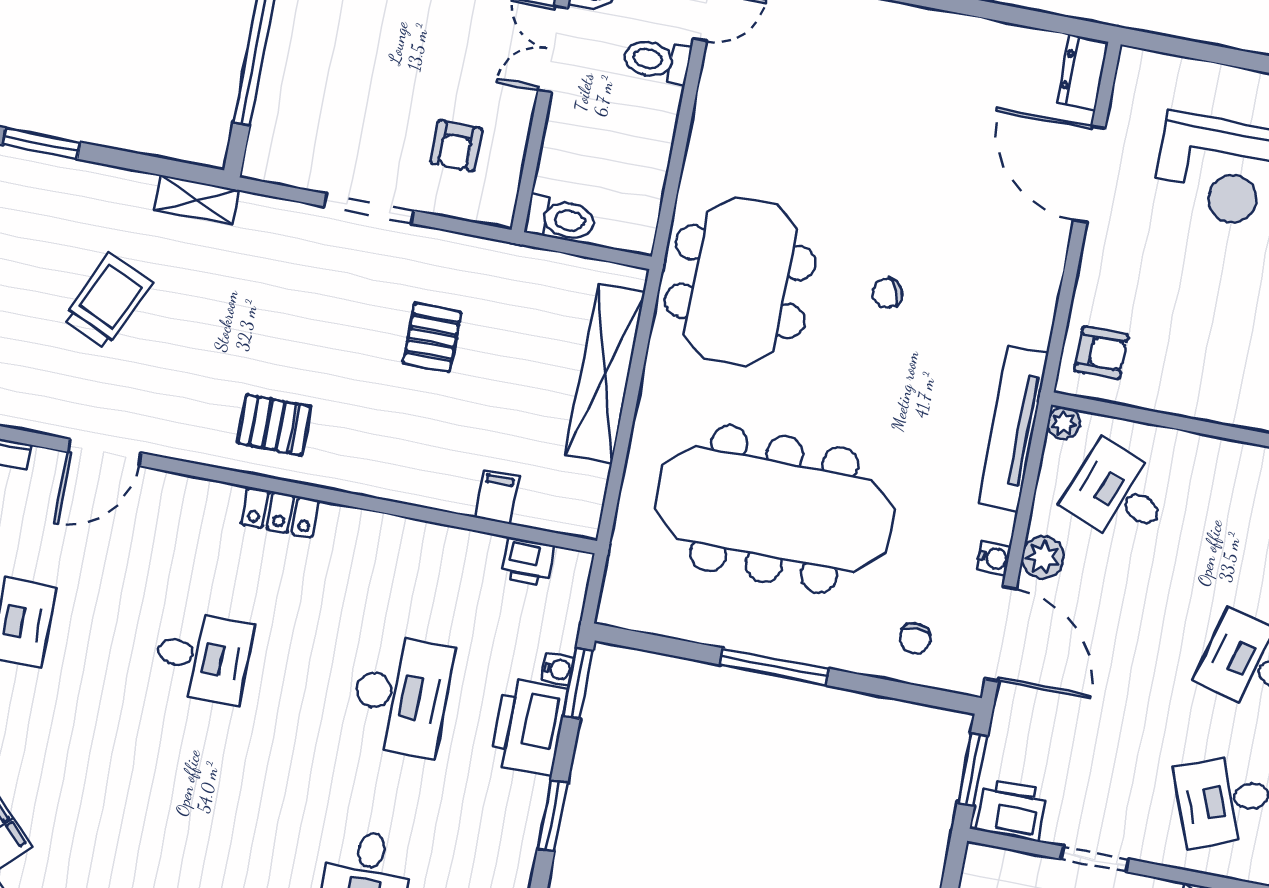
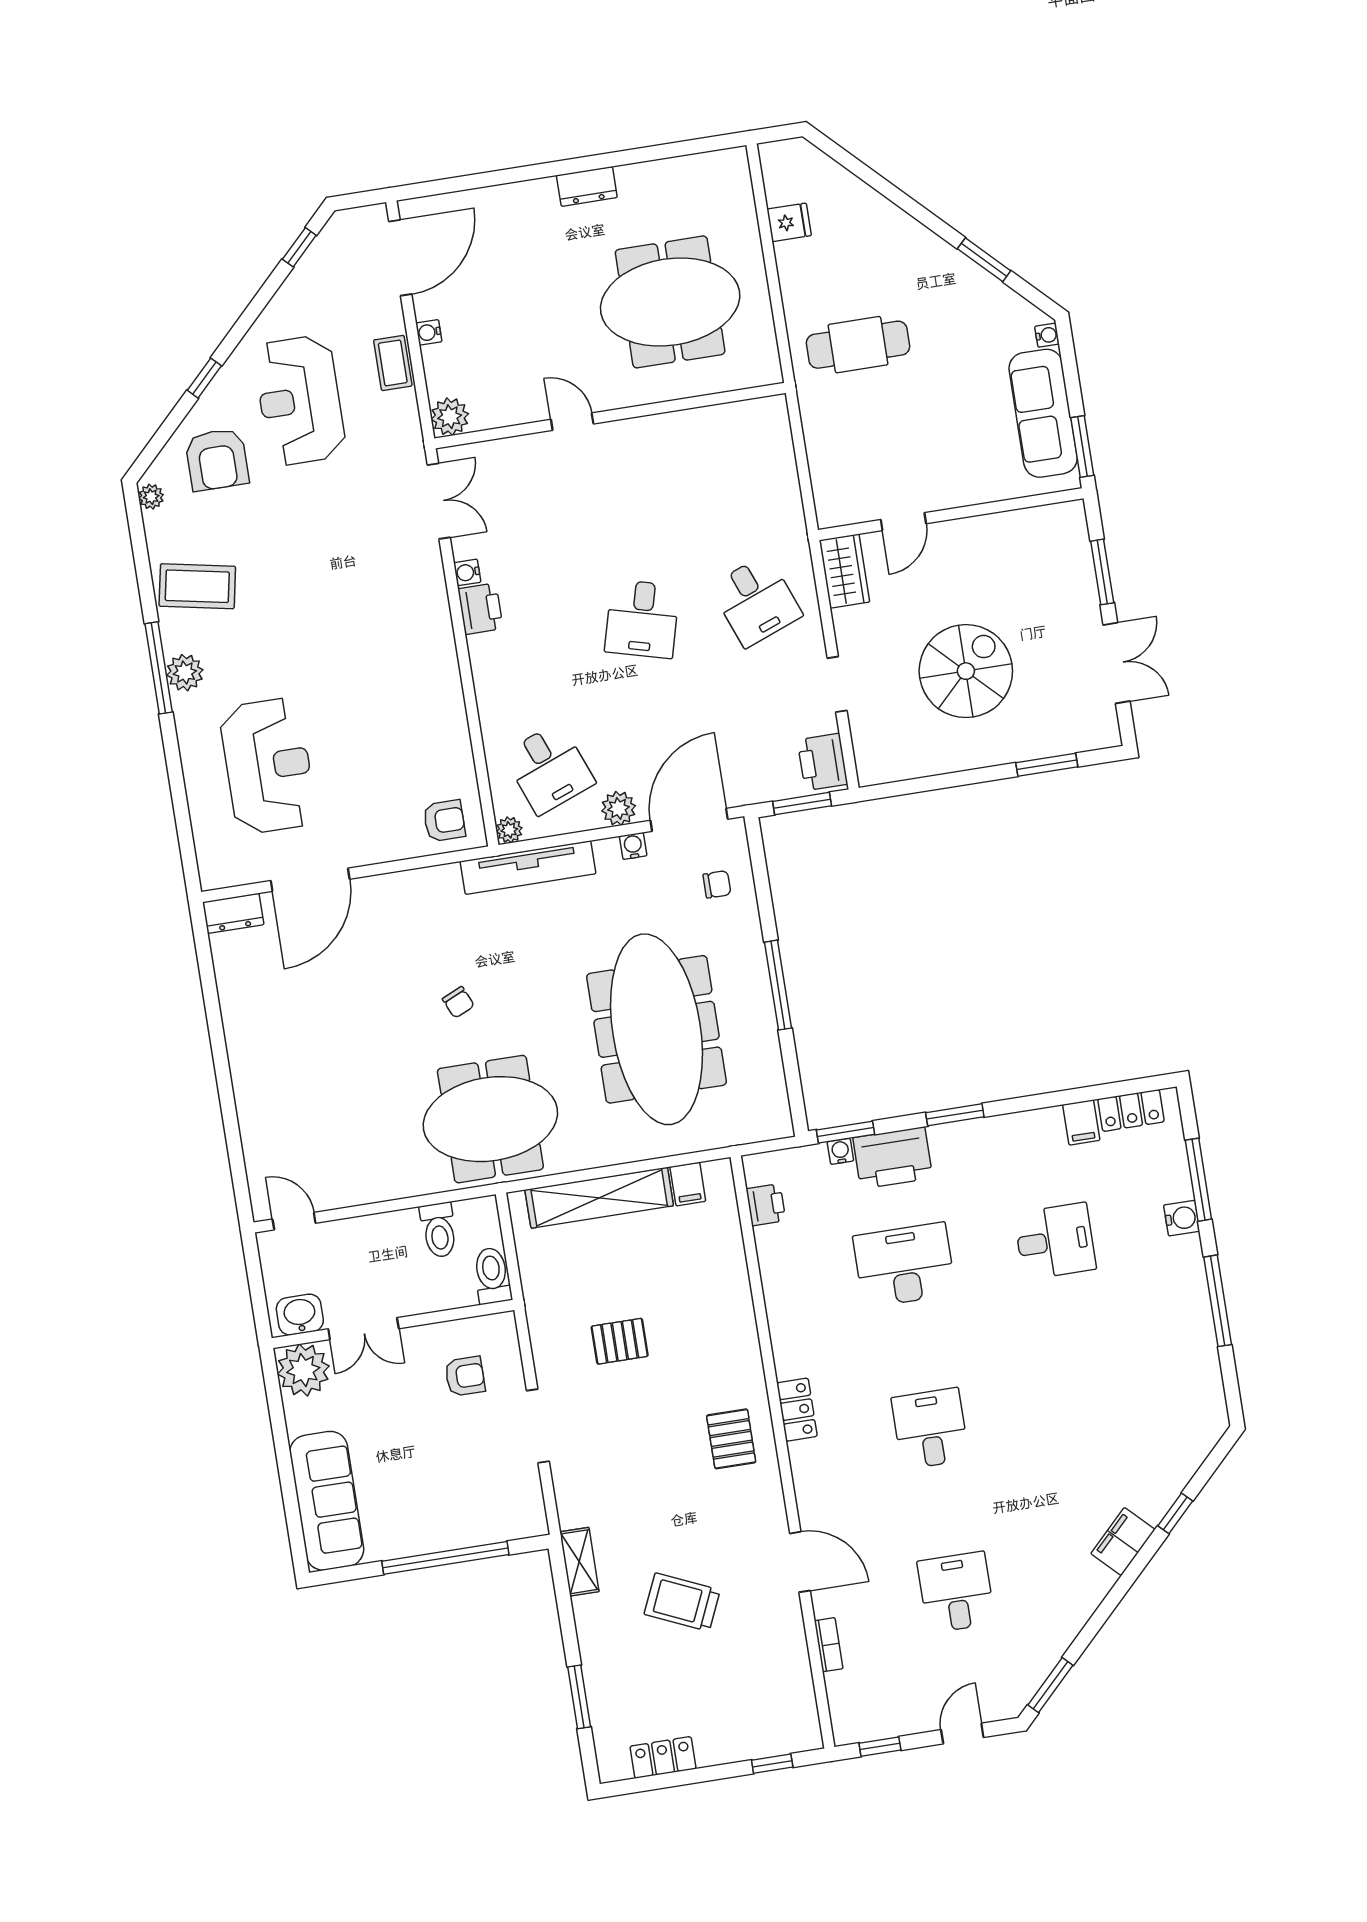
toilet: (657, 60) -> (439, 1230), moved
armchair: (1101, 352) -> (444, 821), turned 90
desk: (1118, 494) -> (549, 768), turned -42
filing cabinet: (497, 497) -> (688, 1184), moved, turned -90

